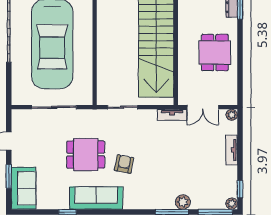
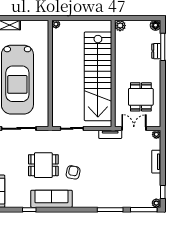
dining table: (215, 53) -> (141, 97), moved
double door: (203, 107) -> (134, 128), swing flipped
plant: (183, 202) -> (119, 202), removed

